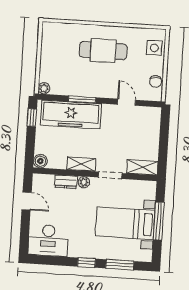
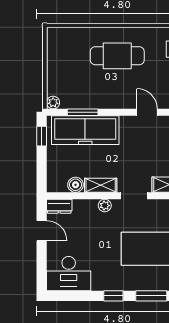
window: (82, 99) -> (83, 112), moved
boiler: (40, 161) -> (76, 185), moved
dresser: (66, 182) -> (59, 206), moved

